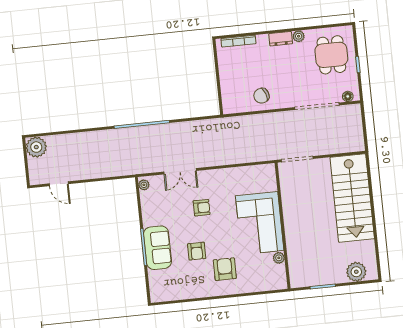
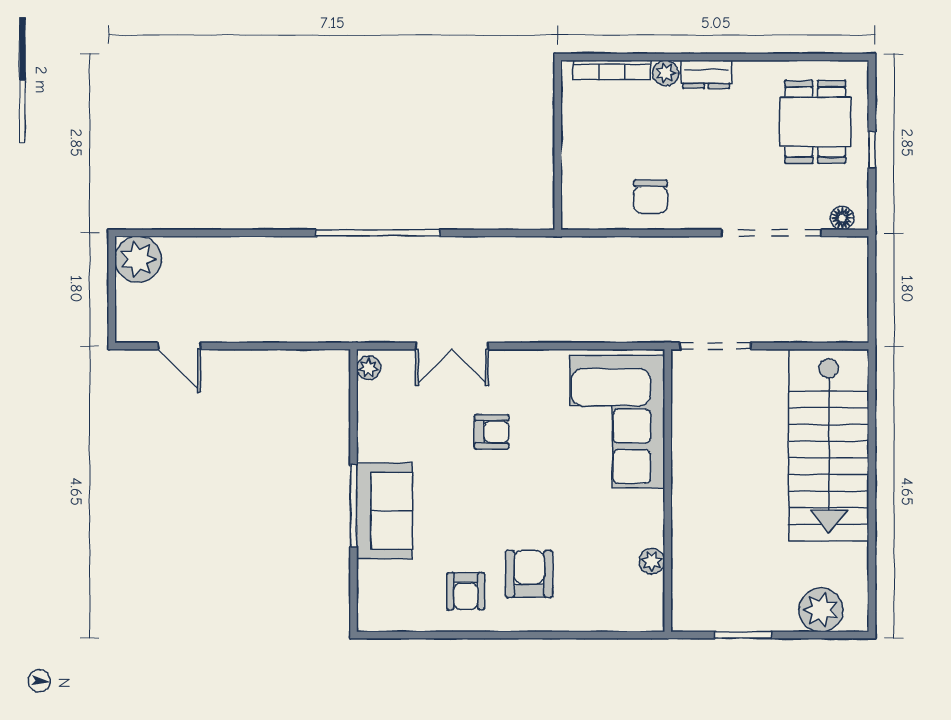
plant: (299, 36) -> (666, 73), moved
chair: (261, 96) -> (651, 197), turned -70
corner sofa: (260, 223) -> (617, 422), moved
armchair: (197, 251) -> (466, 591), moved

